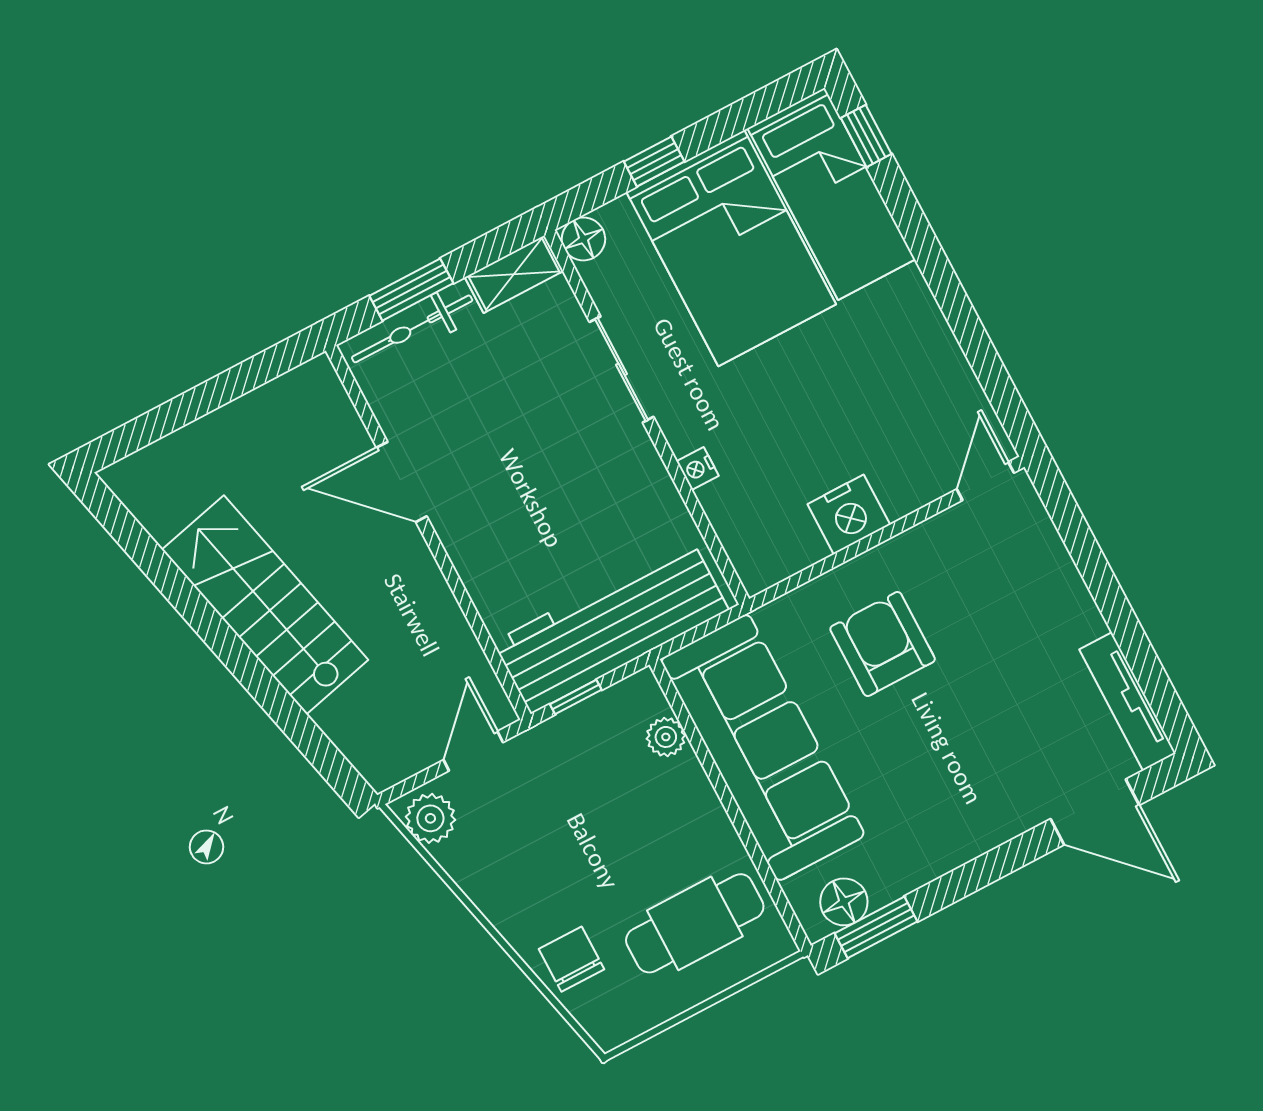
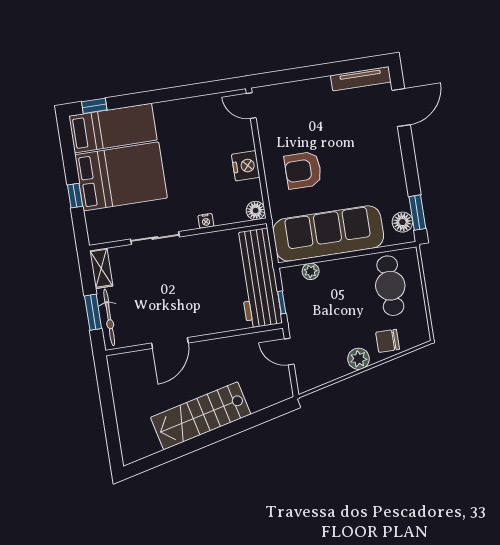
floor lamp: (583, 239) -> (256, 211), moved
plant: (430, 818) -> (359, 359), moved

